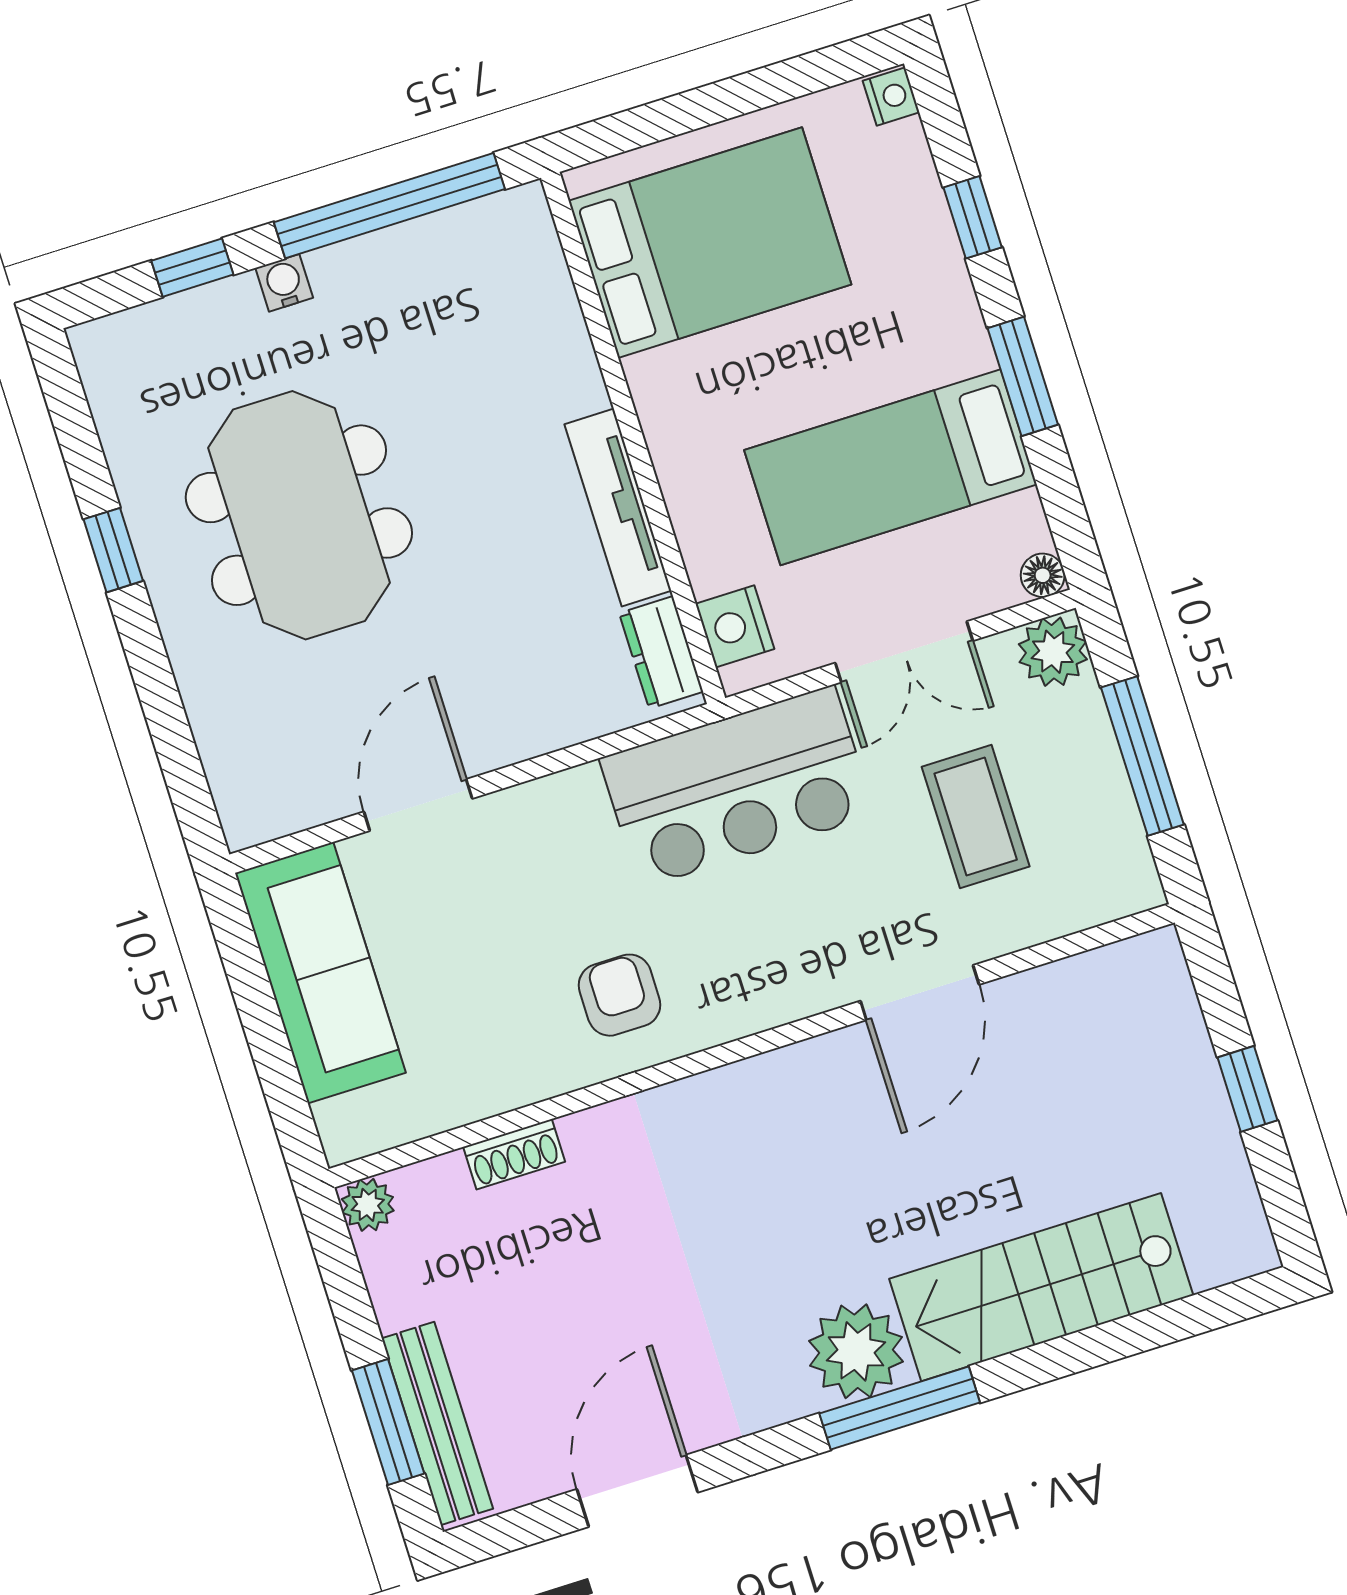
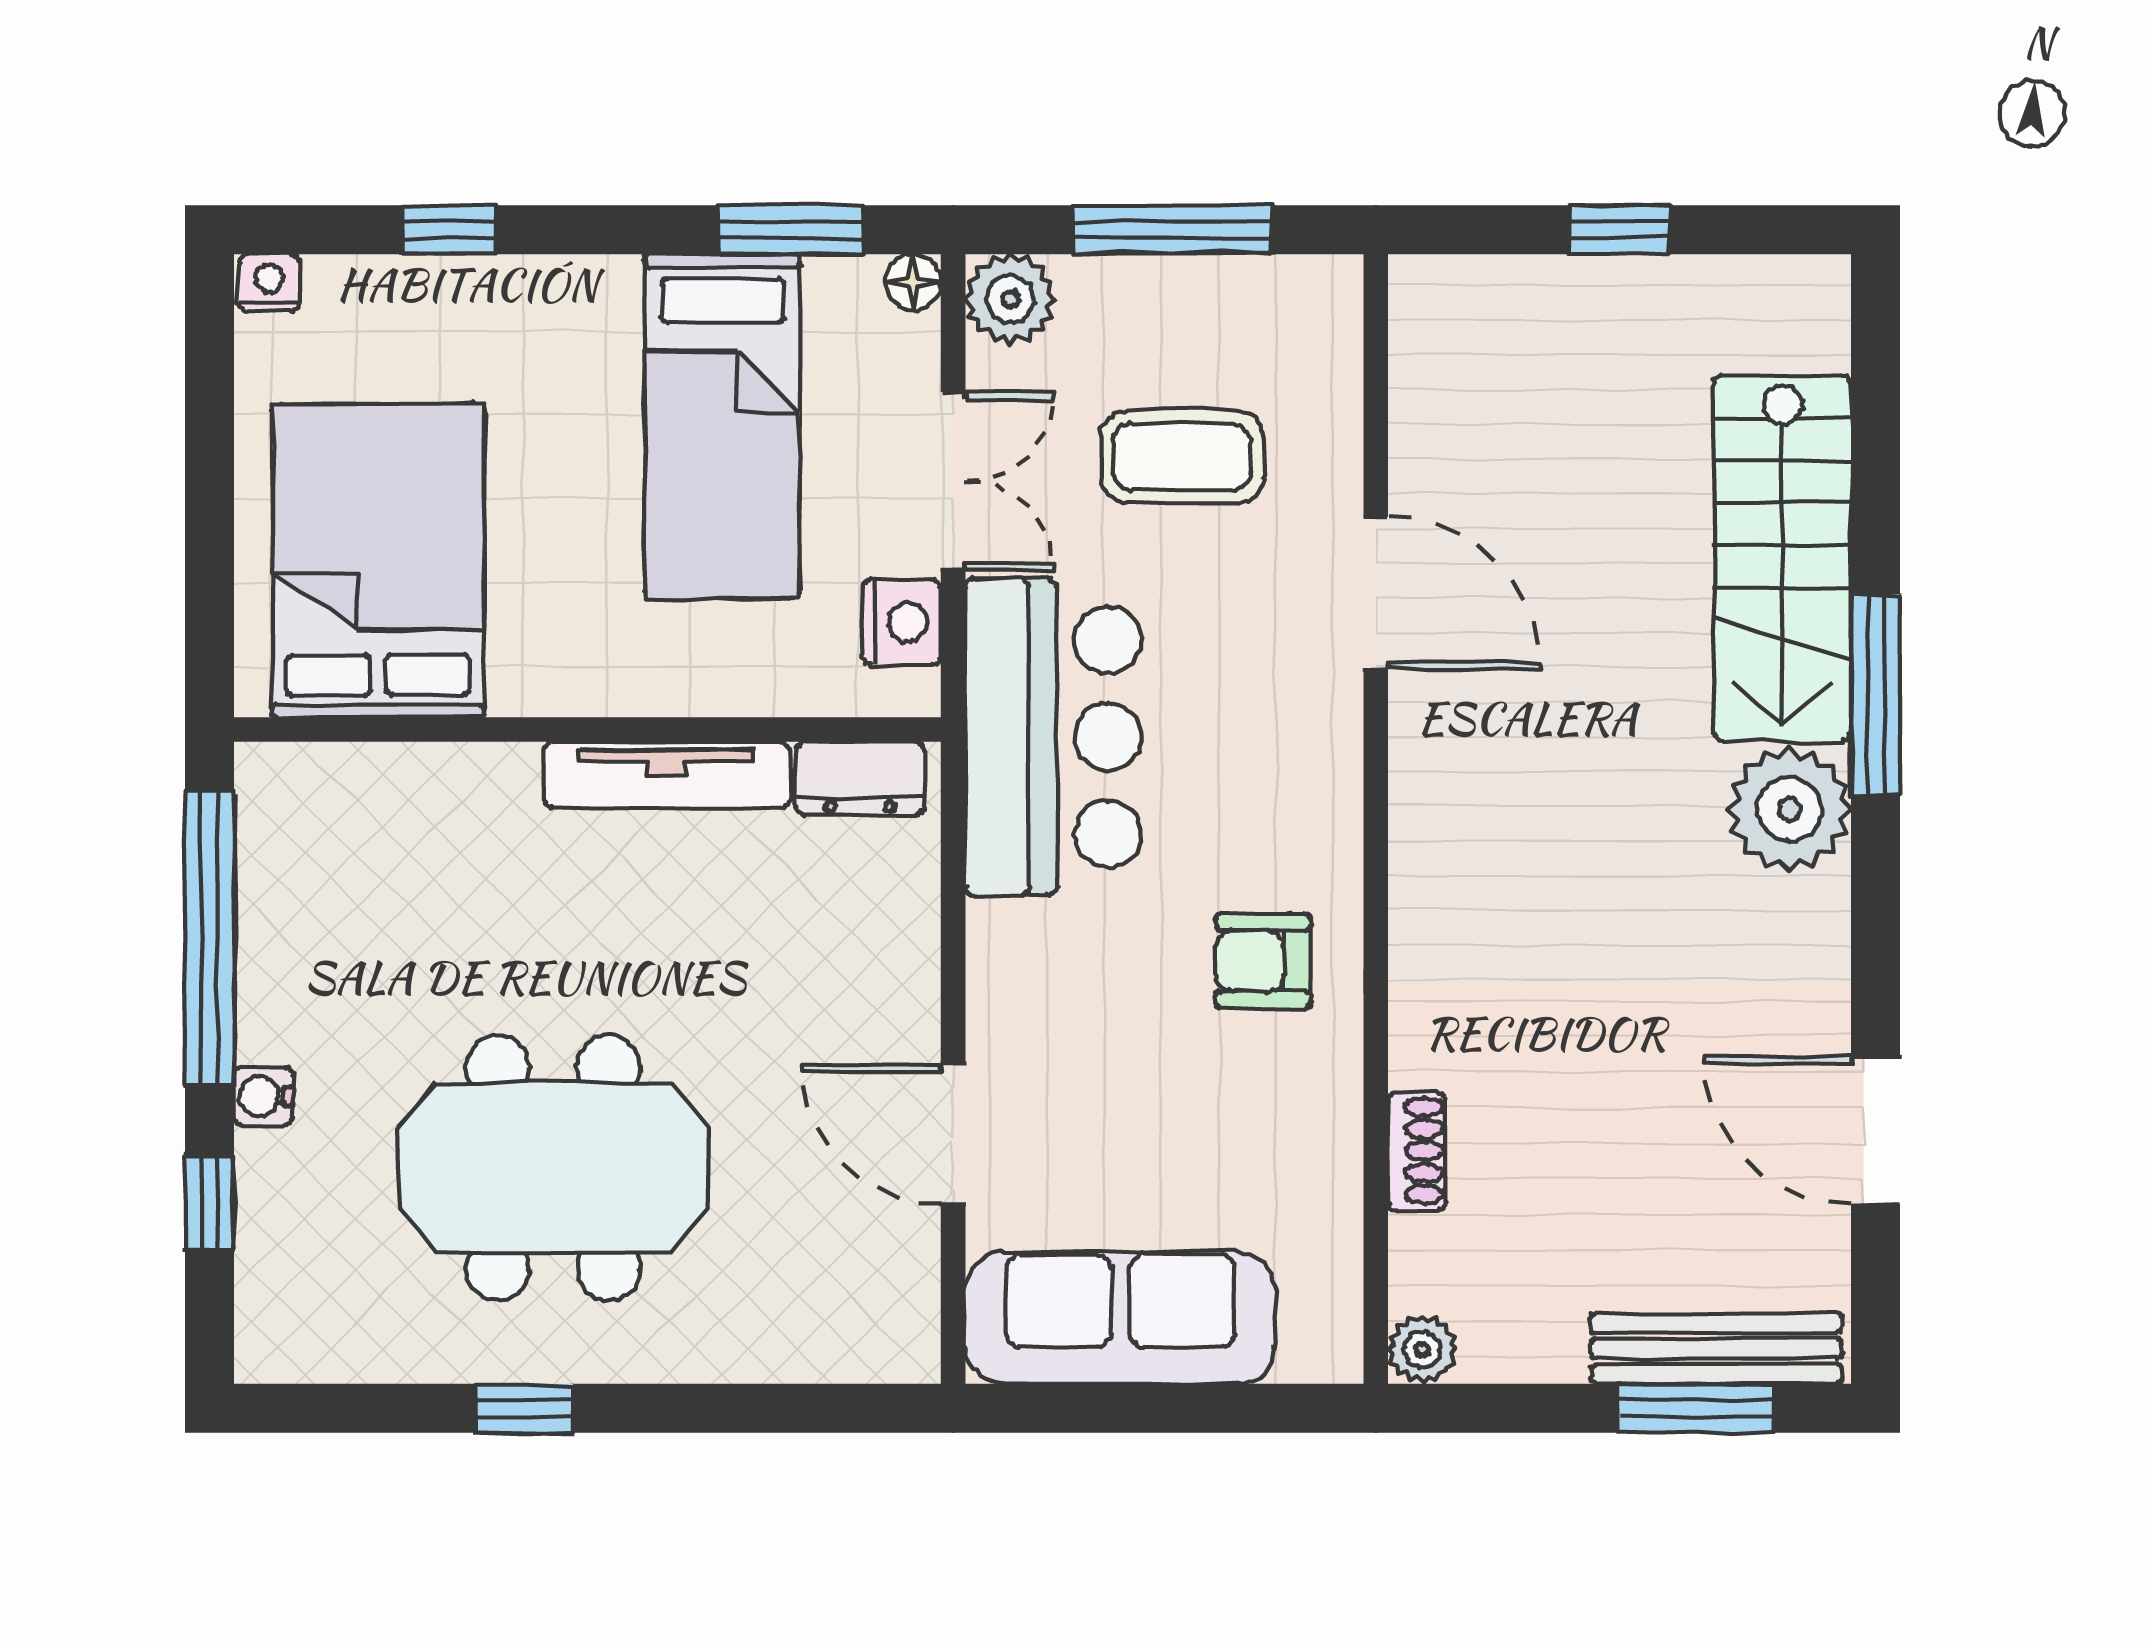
window: (1023, 376) -> (791, 230), moved
nightstand: (735, 626) -> (901, 622), moved, turned -90
window: (900, 1408) -> (1876, 694), moved

